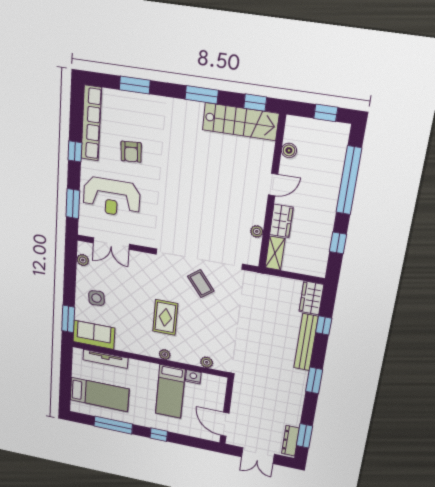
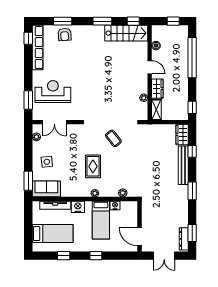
window: (75, 151) -> (28, 38), moved
armchair: (131, 152) -> (65, 34), moved
door: (273, 185) -> (150, 67), hinge flipped
reception desk: (112, 197) -> (53, 92), turned 180
window: (338, 243) -> (192, 107), moved
nightstand: (138, 368) -> (78, 207), added
window: (113, 425) -> (64, 256), width x0.46

